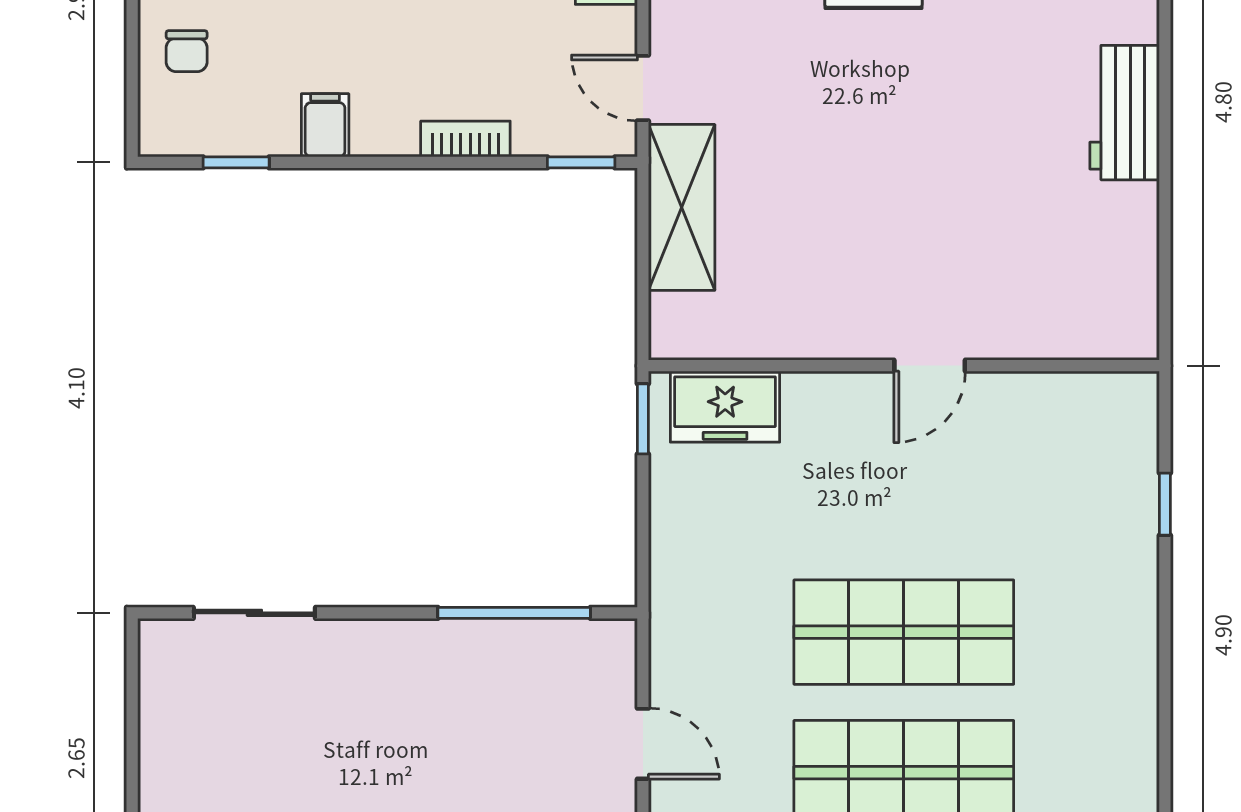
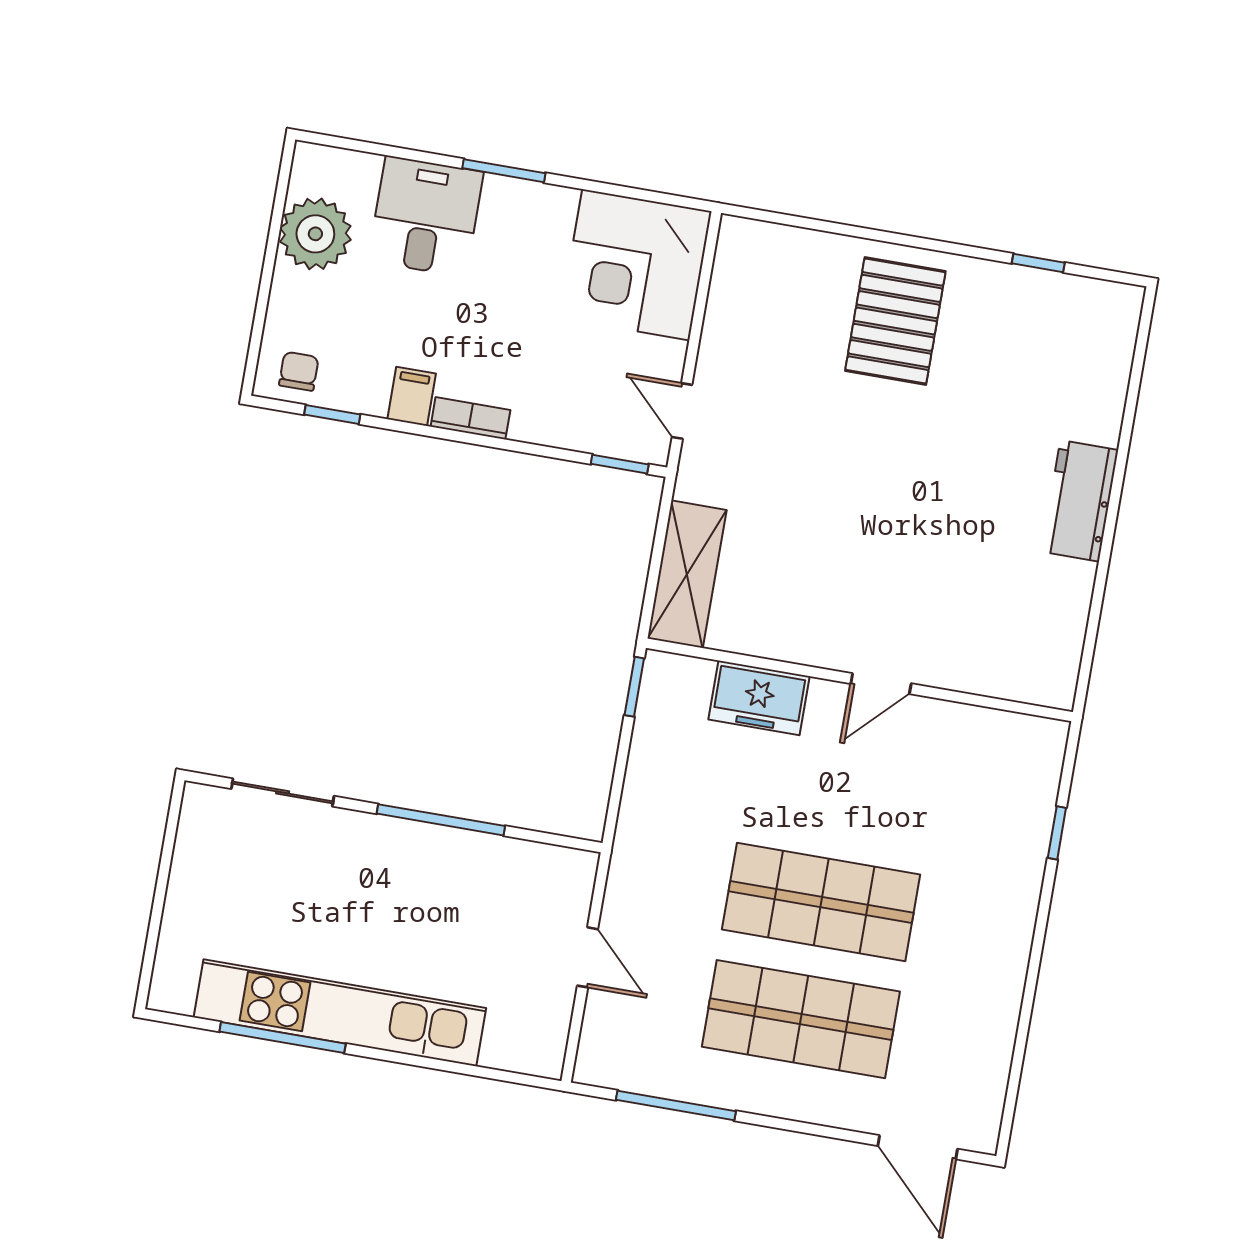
chair: (187, 51) -> (299, 371), moved, turned 180
bookcase: (465, 139) -> (470, 418), moved
shelving: (682, 207) -> (687, 574), moved
freezer: (725, 407) -> (759, 698), moved
window: (514, 613) -> (441, 820), moved

